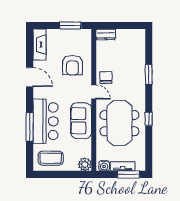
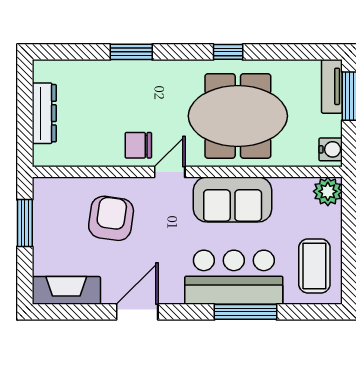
dresser: (106, 34) -> (44, 113), moved, width x1.44
armchair: (73, 65) -> (111, 218), turned -82
tv unit: (123, 166) -> (332, 86), moved

